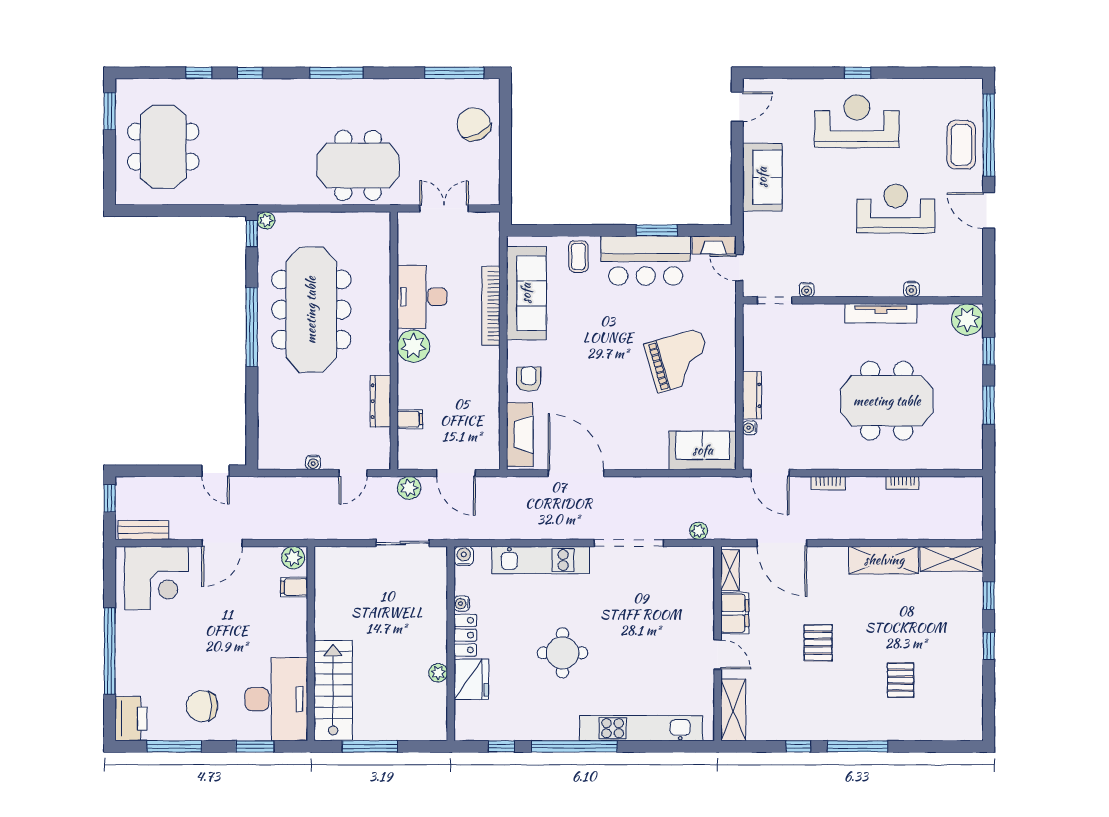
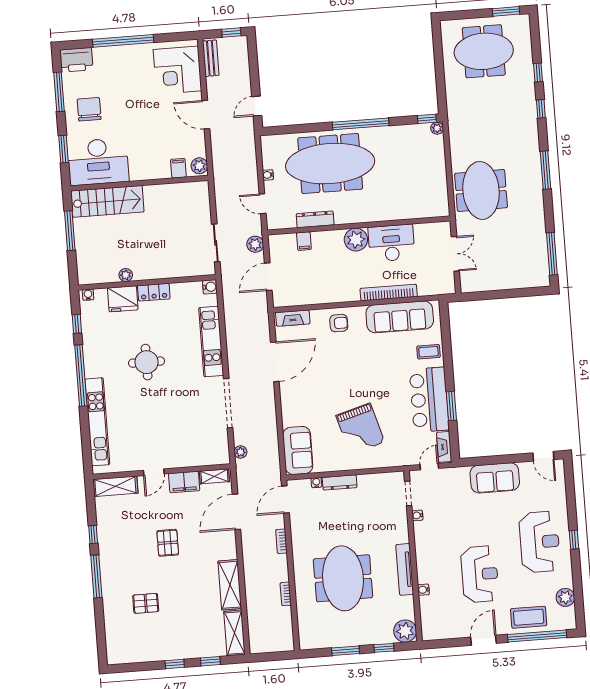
plant: (937, 91) -> (565, 597), added
chair: (474, 124) -> (517, 270), removed
meeting table: (311, 310) -> (330, 164), moved
fireplace: (520, 434) -> (293, 318), width x0.73, depth x0.76
water cooler: (462, 604) -> (88, 295), moved
pallet: (818, 643) -> (168, 543), turned 90

